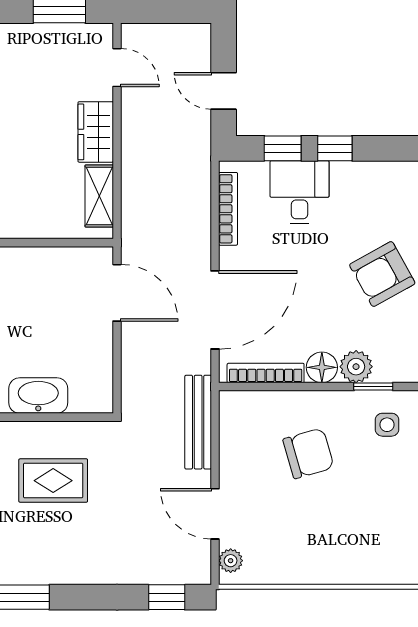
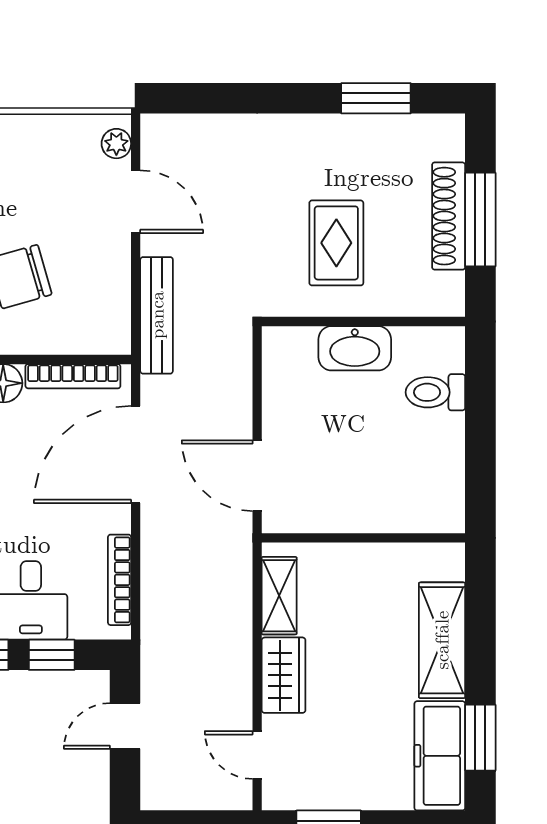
door: (224, 91) -> (125, 726), swing flipped
rug: (53, 481) -> (336, 243), turned 90
window: (167, 597) -> (196, 98), removed

